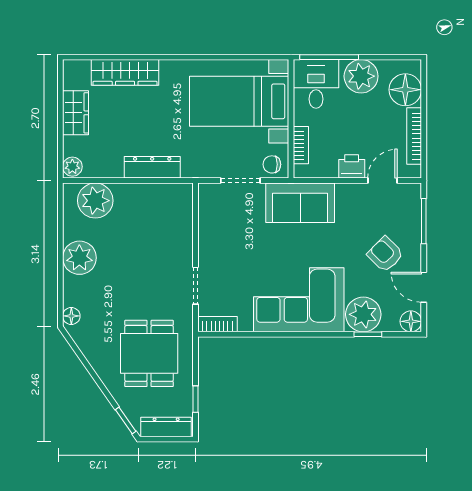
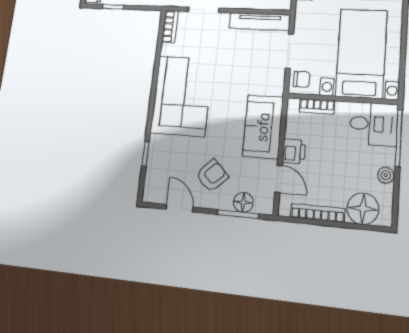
plant: (361, 76) -> (386, 175), width x0.53, depth x0.53
chair: (272, 164) -> (302, 79), turned 90
sofa: (300, 203) -> (263, 127), moved
tv unit: (207, 218) -> (260, 21), added
door: (424, 287) -> (179, 208), hinge flipped
plant: (363, 314) -> (163, 151), removed
floor lamp: (411, 321) -> (243, 202), moved

